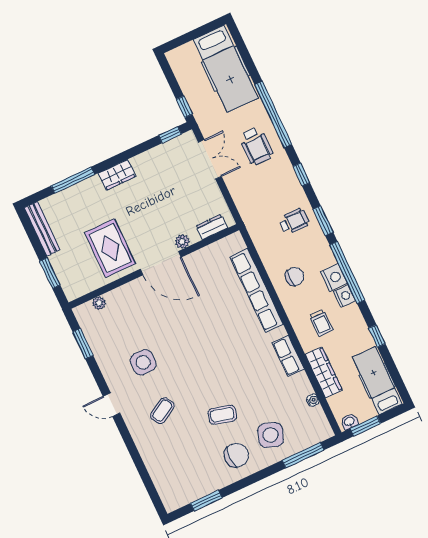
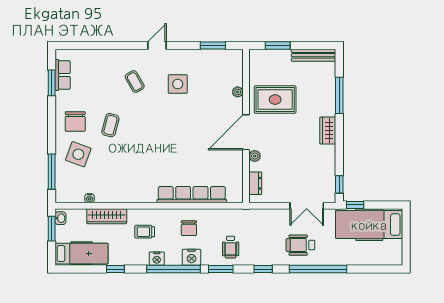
hospital bed: (226, 69) -> (369, 225), moved
nightstand: (334, 277) -> (192, 257), moved
plant: (99, 303) -> (238, 92), moved
row of seats: (288, 356) -> (63, 75), moved, turned 90

